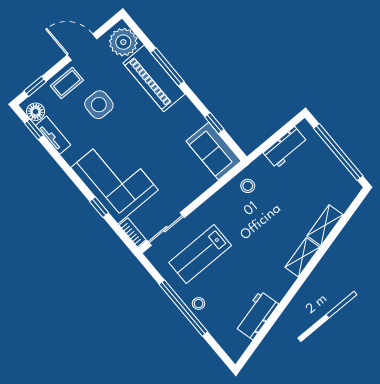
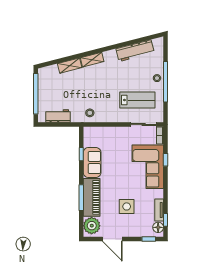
coffee table: (67, 83) -> (133, 228), removed
sofa: (214, 151) -> (92, 163), moved
workbench: (257, 315) -> (135, 51), width x1.38

